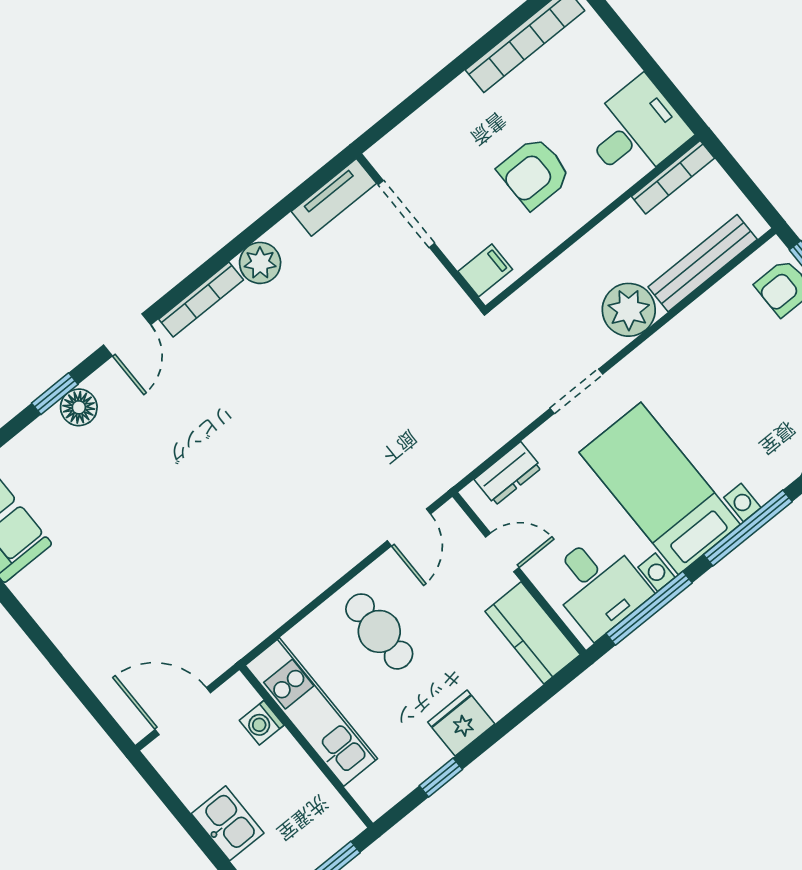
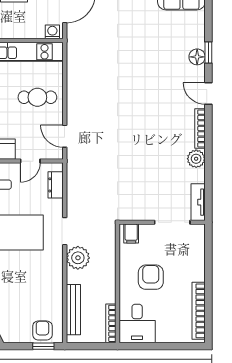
plant: (629, 310) -> (78, 258), moved
washing machine: (262, 723) -> (52, 32), moved

